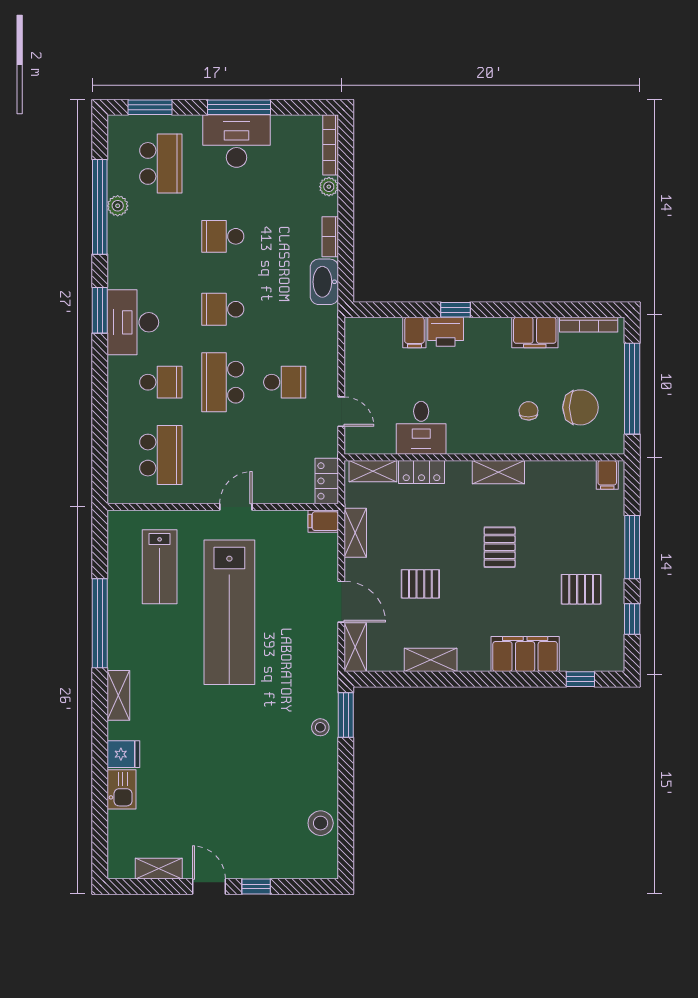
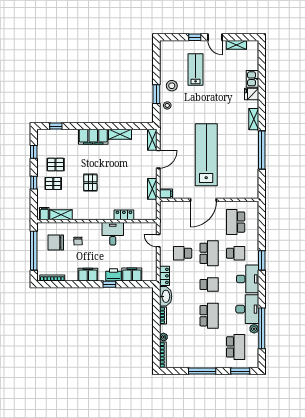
desk: (237, 141) -> (247, 309), moved, turned -90
school desk: (161, 163) -> (236, 347), turned 180
school desk: (223, 236) -> (209, 316), width x1.85
window: (100, 310) -> (262, 260), moved
filing cabinet: (414, 332) -> (132, 275), width x2.00
filing cabinet: (535, 332) -> (88, 275), moved
school desk: (161, 382) -> (236, 253), turned 180
desk: (421, 428) -> (113, 234), moved
shelving: (373, 471) -> (145, 215), removed
shelving: (498, 472) -> (61, 215), moved
locker: (327, 481) -> (164, 276), moved
door: (236, 507) -> (203, 200), width x1.87
window: (632, 547) -> (34, 183), width x0.46
lab bench: (160, 567) -> (196, 70), moved
pallet: (420, 584) -> (53, 184), moved
door: (341, 602) -> (158, 159), swing flipped
filing cabinet: (525, 654) -> (93, 137), moved
window: (346, 715) -> (156, 94), moved
stool: (321, 823) -> (172, 86), moved

